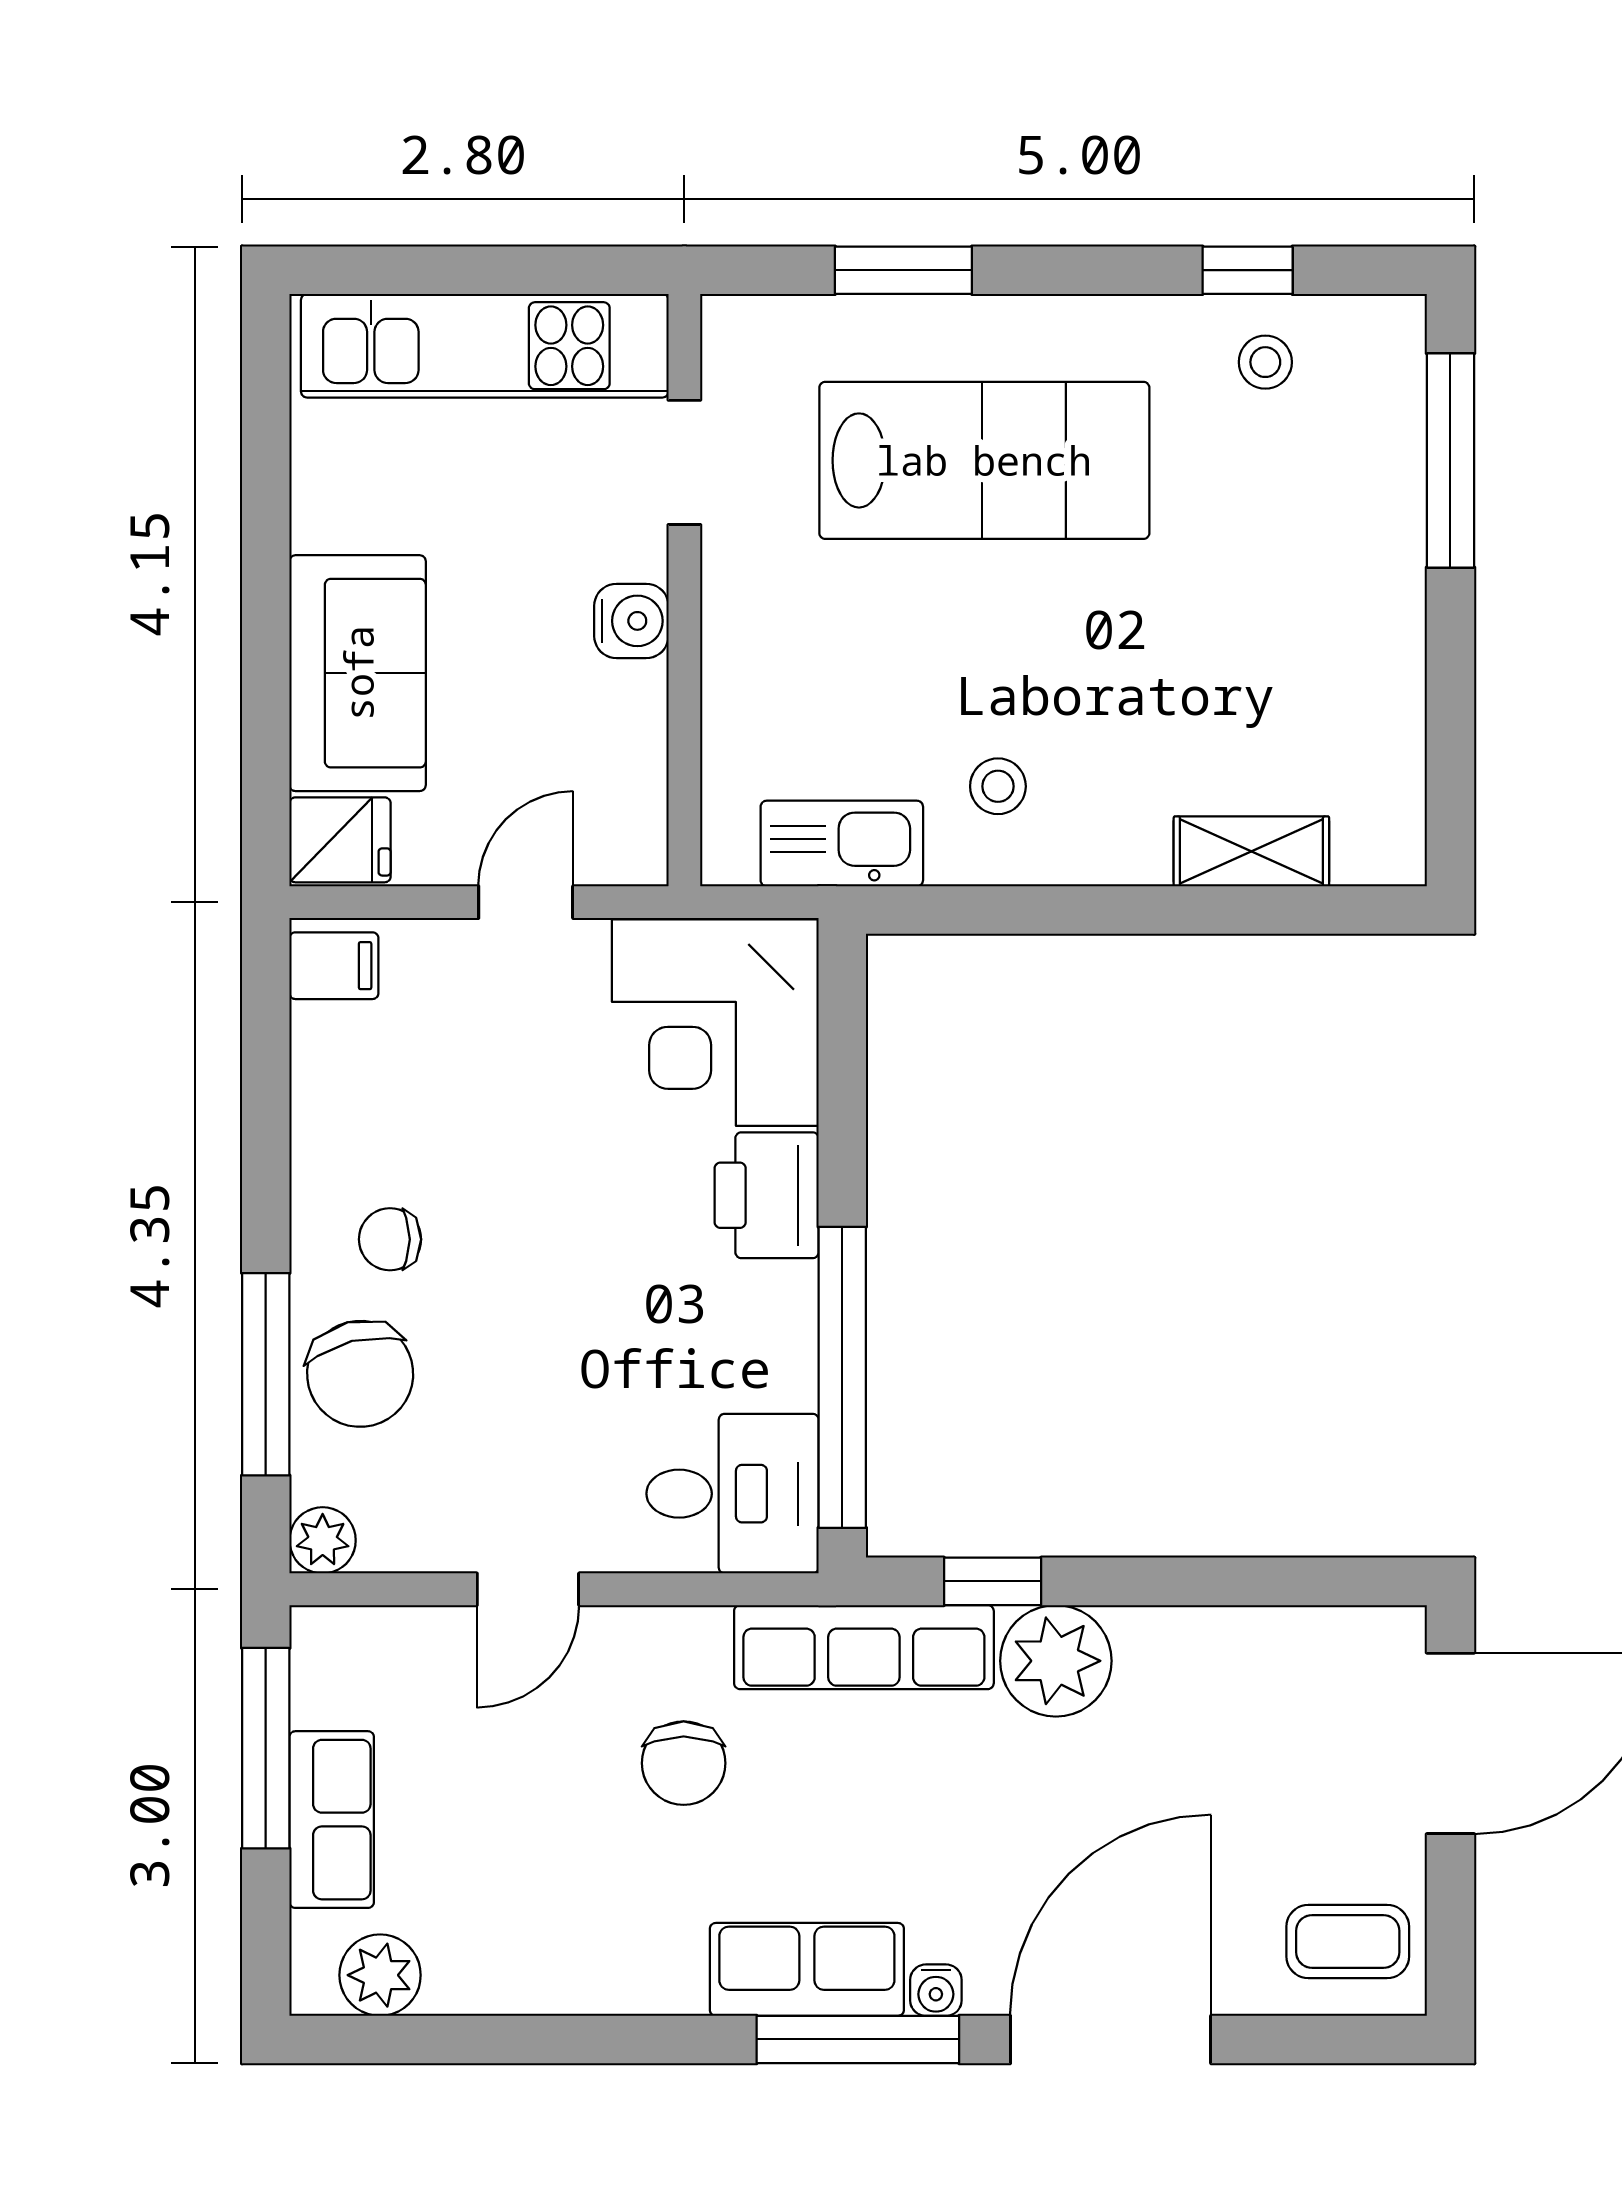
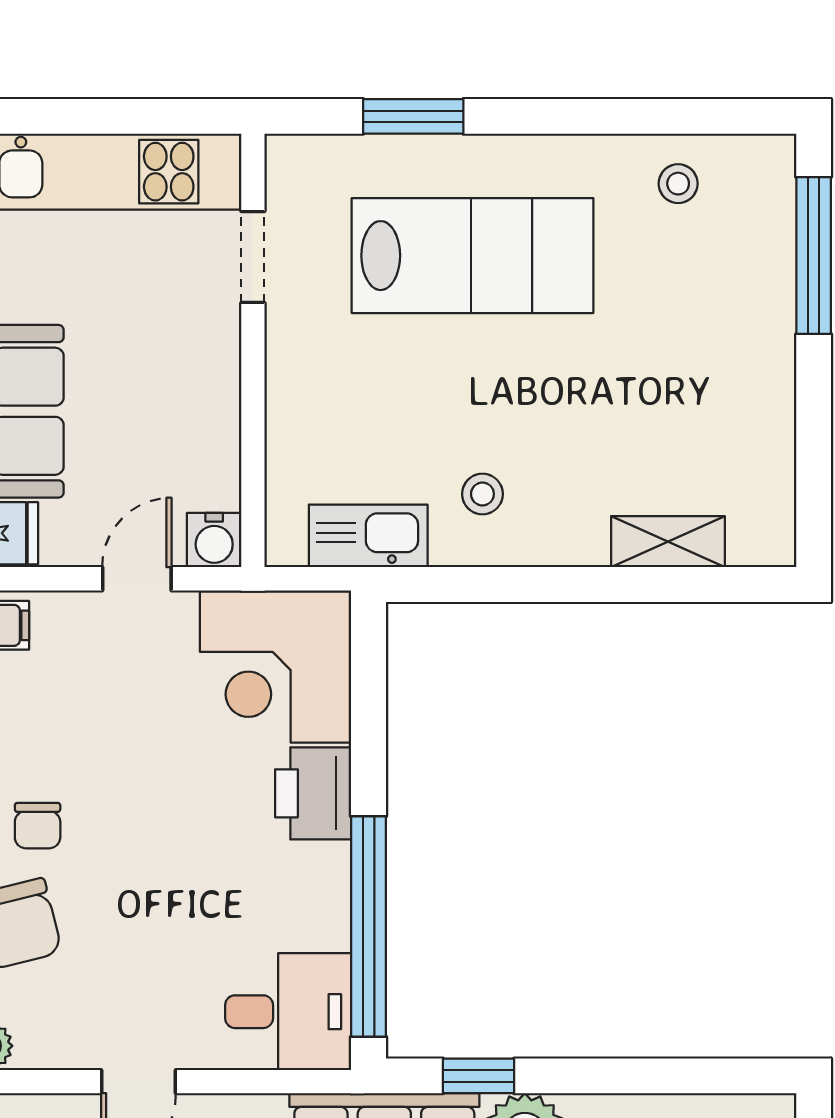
window: (1248, 270) -> (665, 116), removed
water cooler: (631, 621) -> (214, 540), moved, turned 90
chair: (390, 1239) -> (38, 826), turned -90

